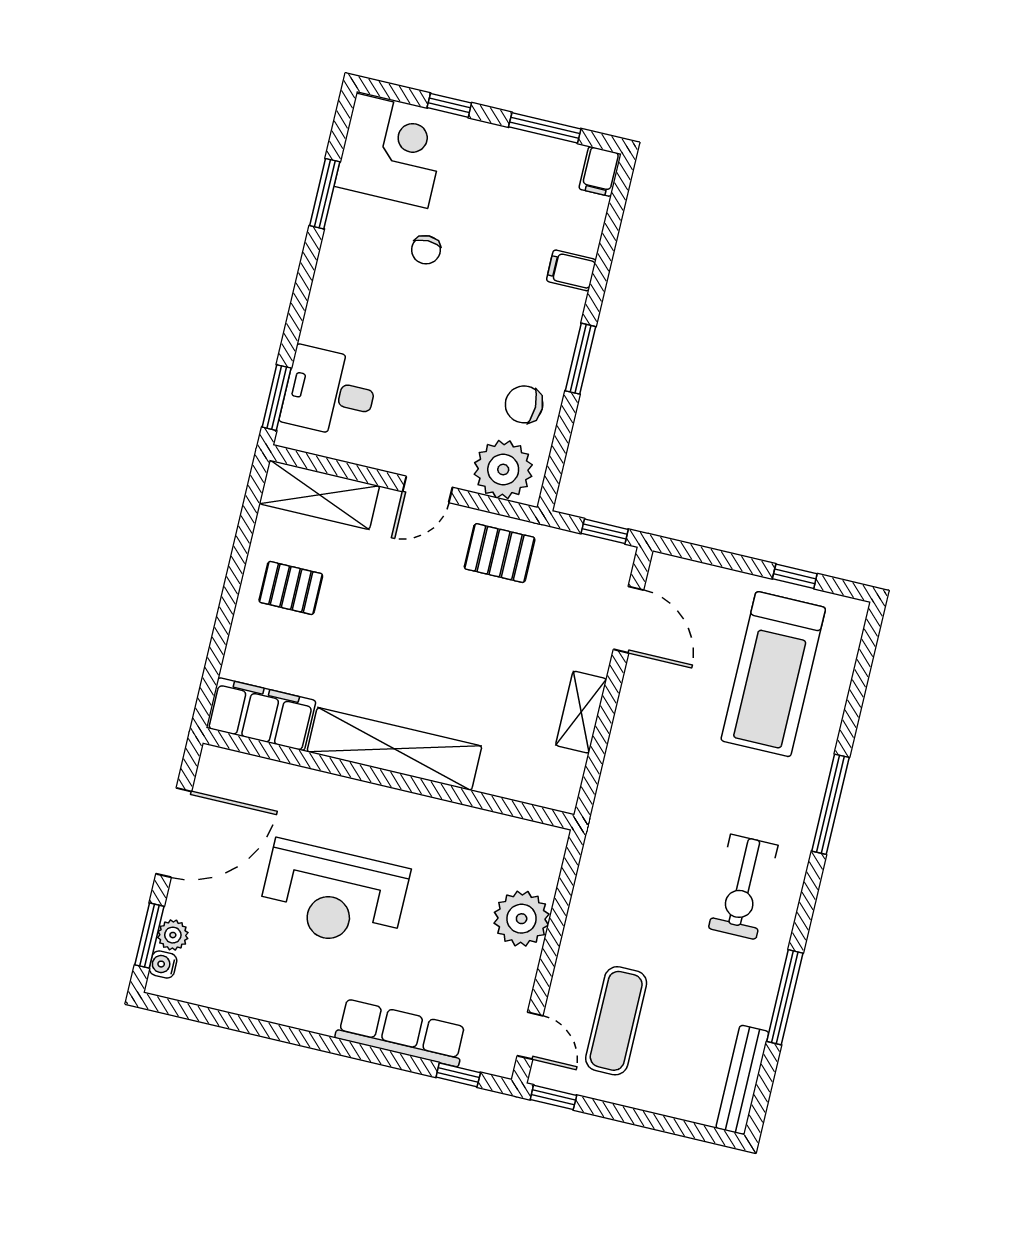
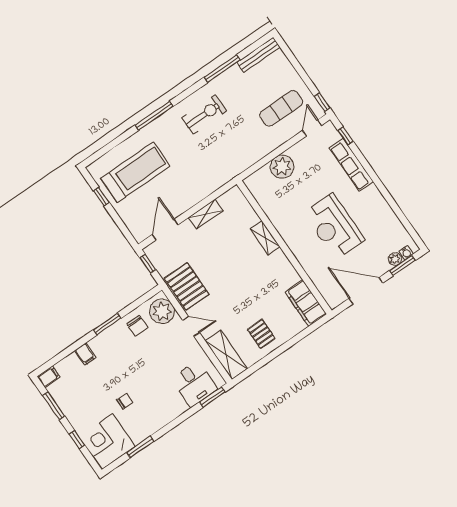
pallet: (500, 553) -> (187, 286), width x1.50, depth x1.42
shelving: (394, 749) -> (265, 238), width x0.45, depth x0.75
reception desk: (334, 895) -> (334, 226), turned 180

